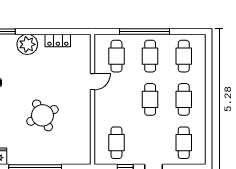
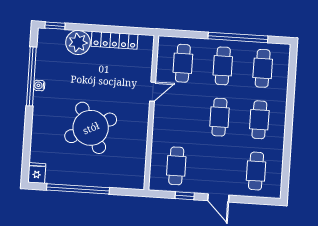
window: (144, 31) -> (238, 37), moved
locker: (58, 41) -> (115, 40), width x1.53
round table: (42, 115) -> (91, 128), width x1.36, depth x1.36

